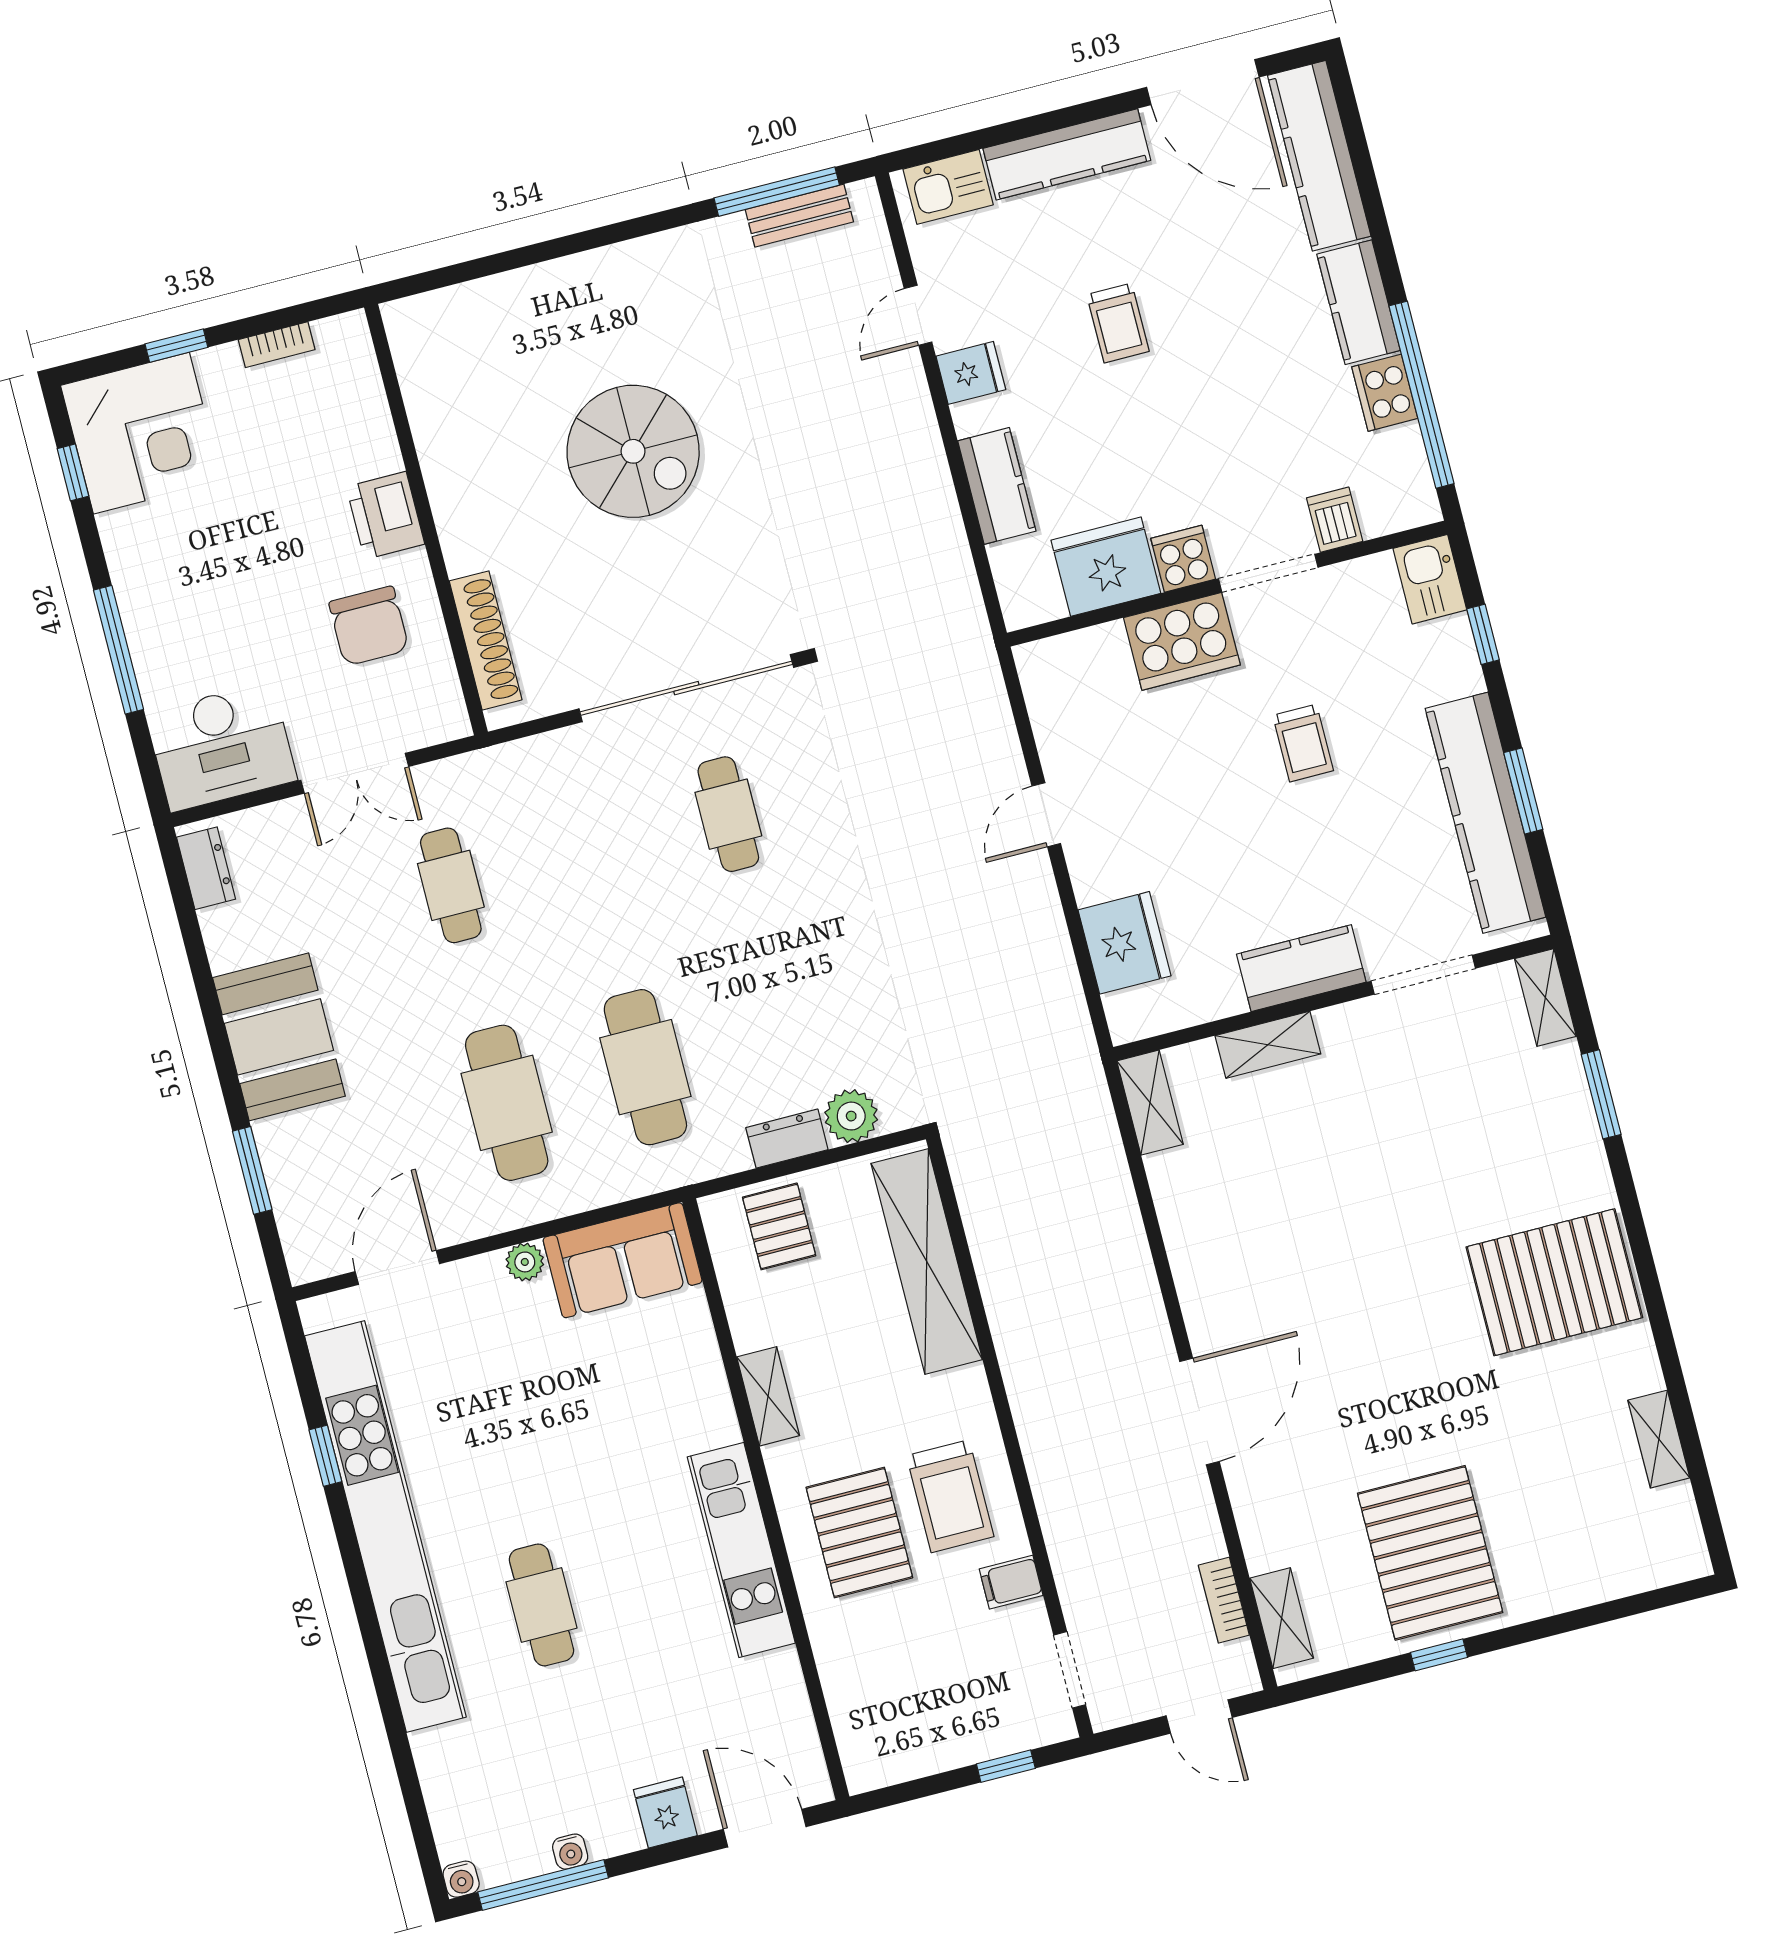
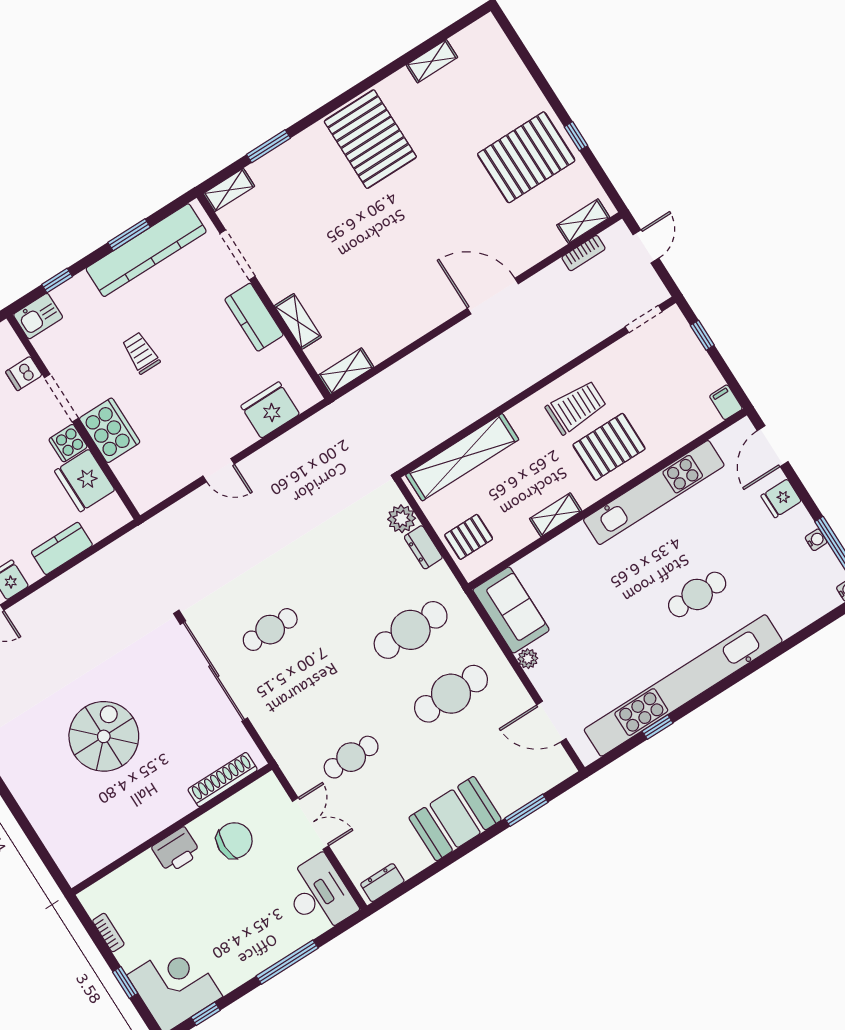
trolley: (1303, 743) -> (141, 353), turned -90
kitchen unit: (741, 1550) -> (654, 493), width x1.36
filing cabinet: (1011, 1582) -> (726, 402), moved, turned 180

